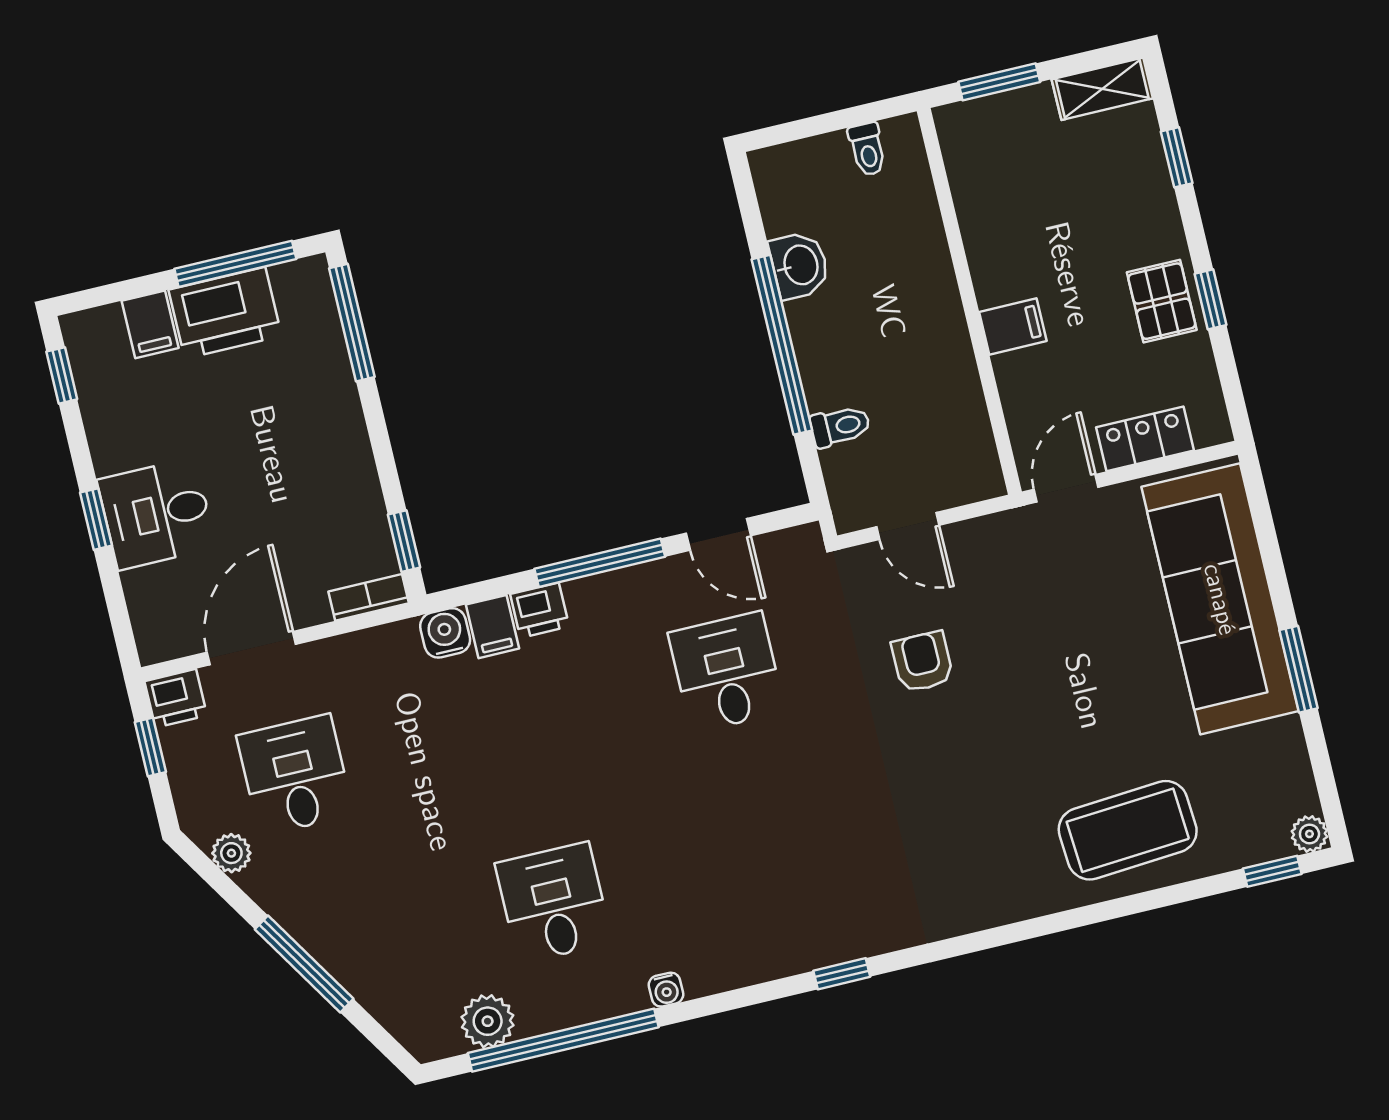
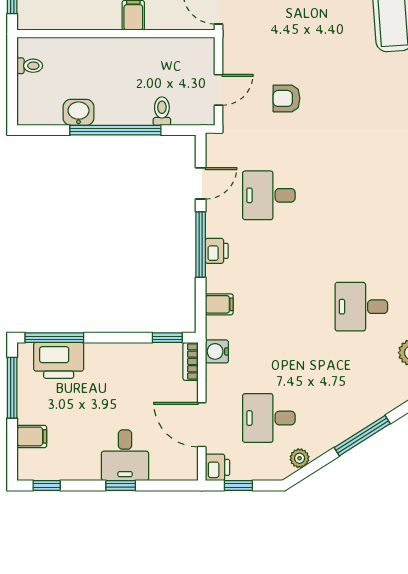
printer: (225, 313) -> (59, 360), moved, turned 90
printer: (540, 610) -> (217, 251), moved
water cooler: (445, 633) -> (217, 351), moved

